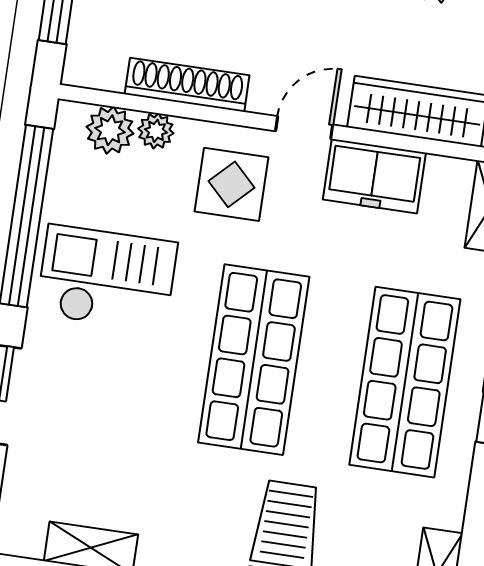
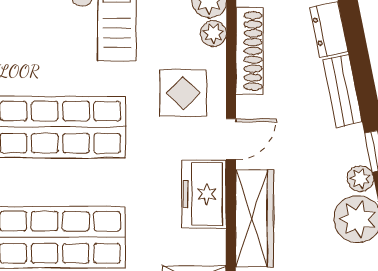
door: (304, 128) -> (231, 139), hinge flipped

